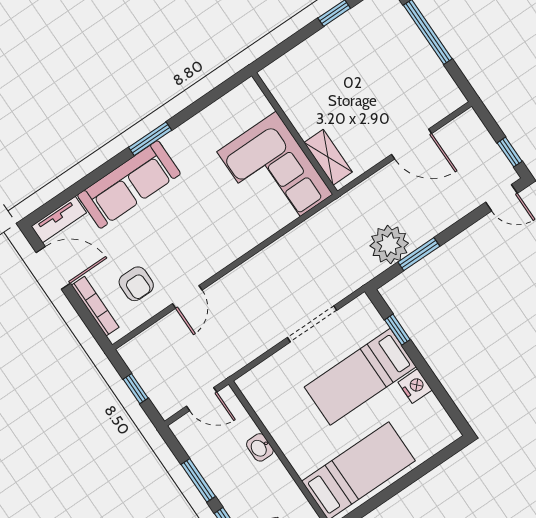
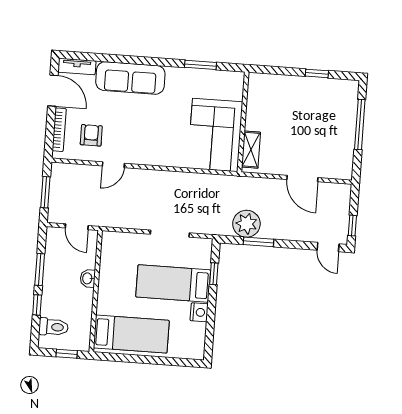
window: (150, 139) -> (200, 65), moved
armchair: (136, 284) -> (91, 135), turned 180
window: (136, 389) -> (45, 192), width x1.50

